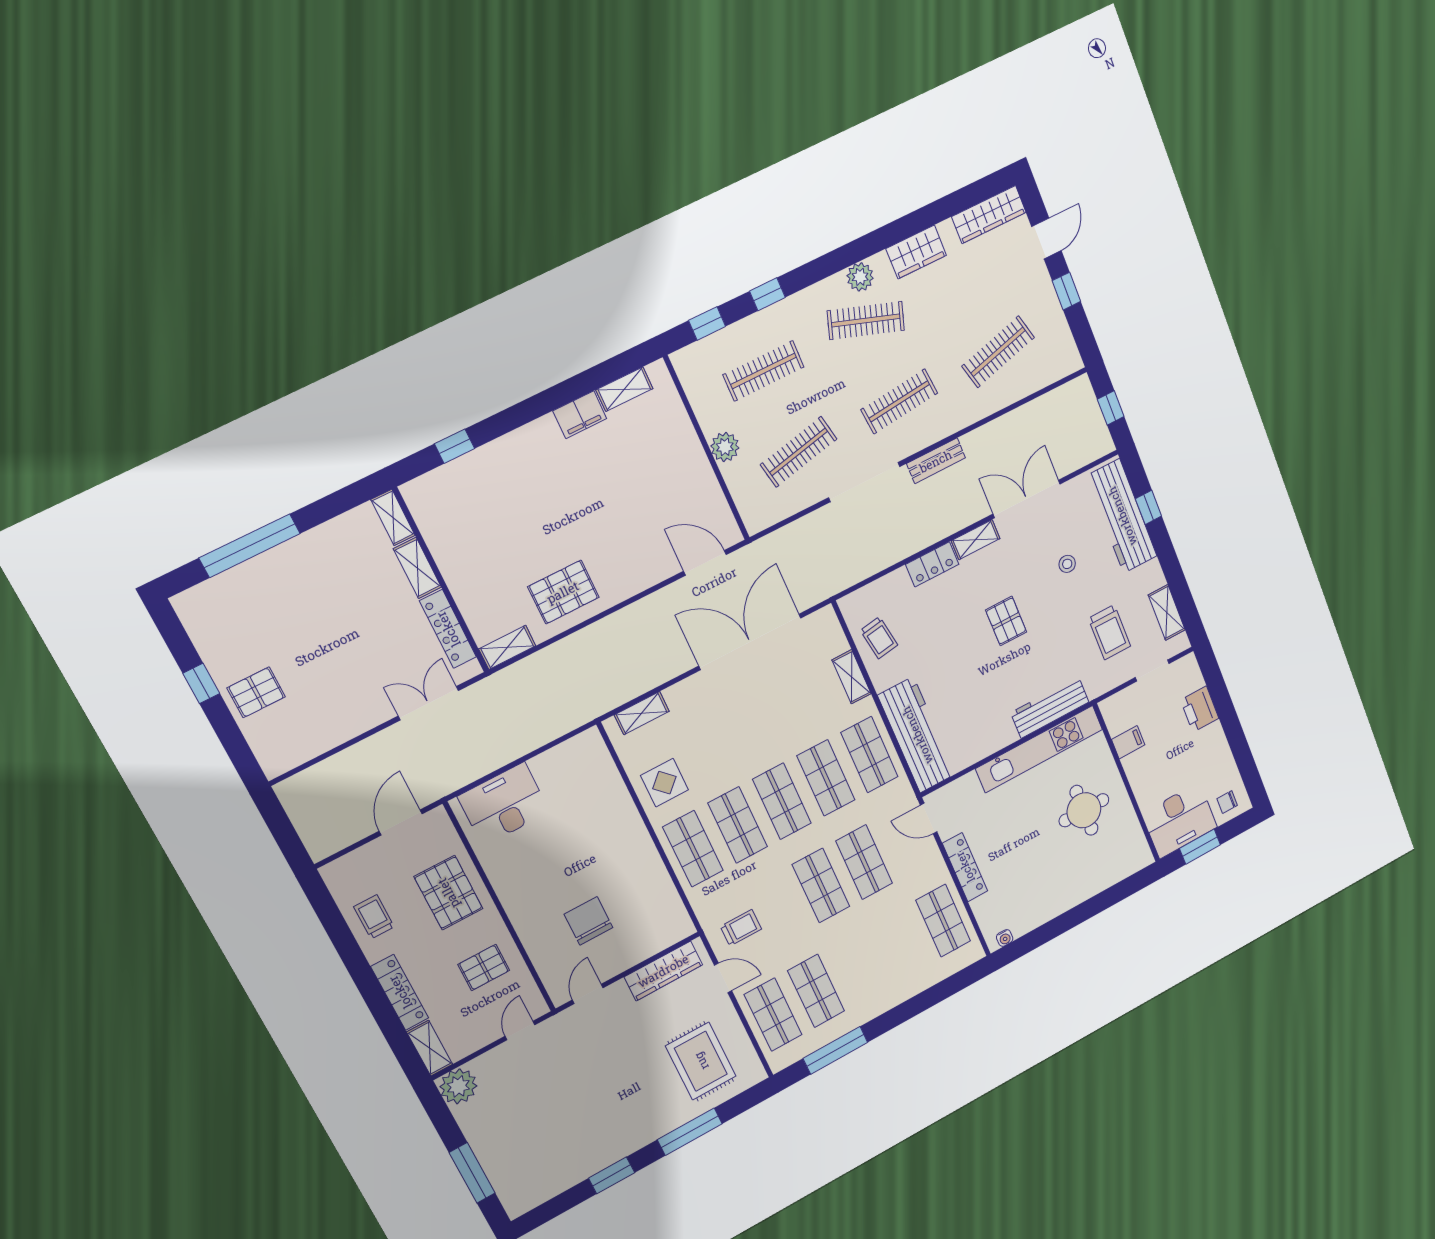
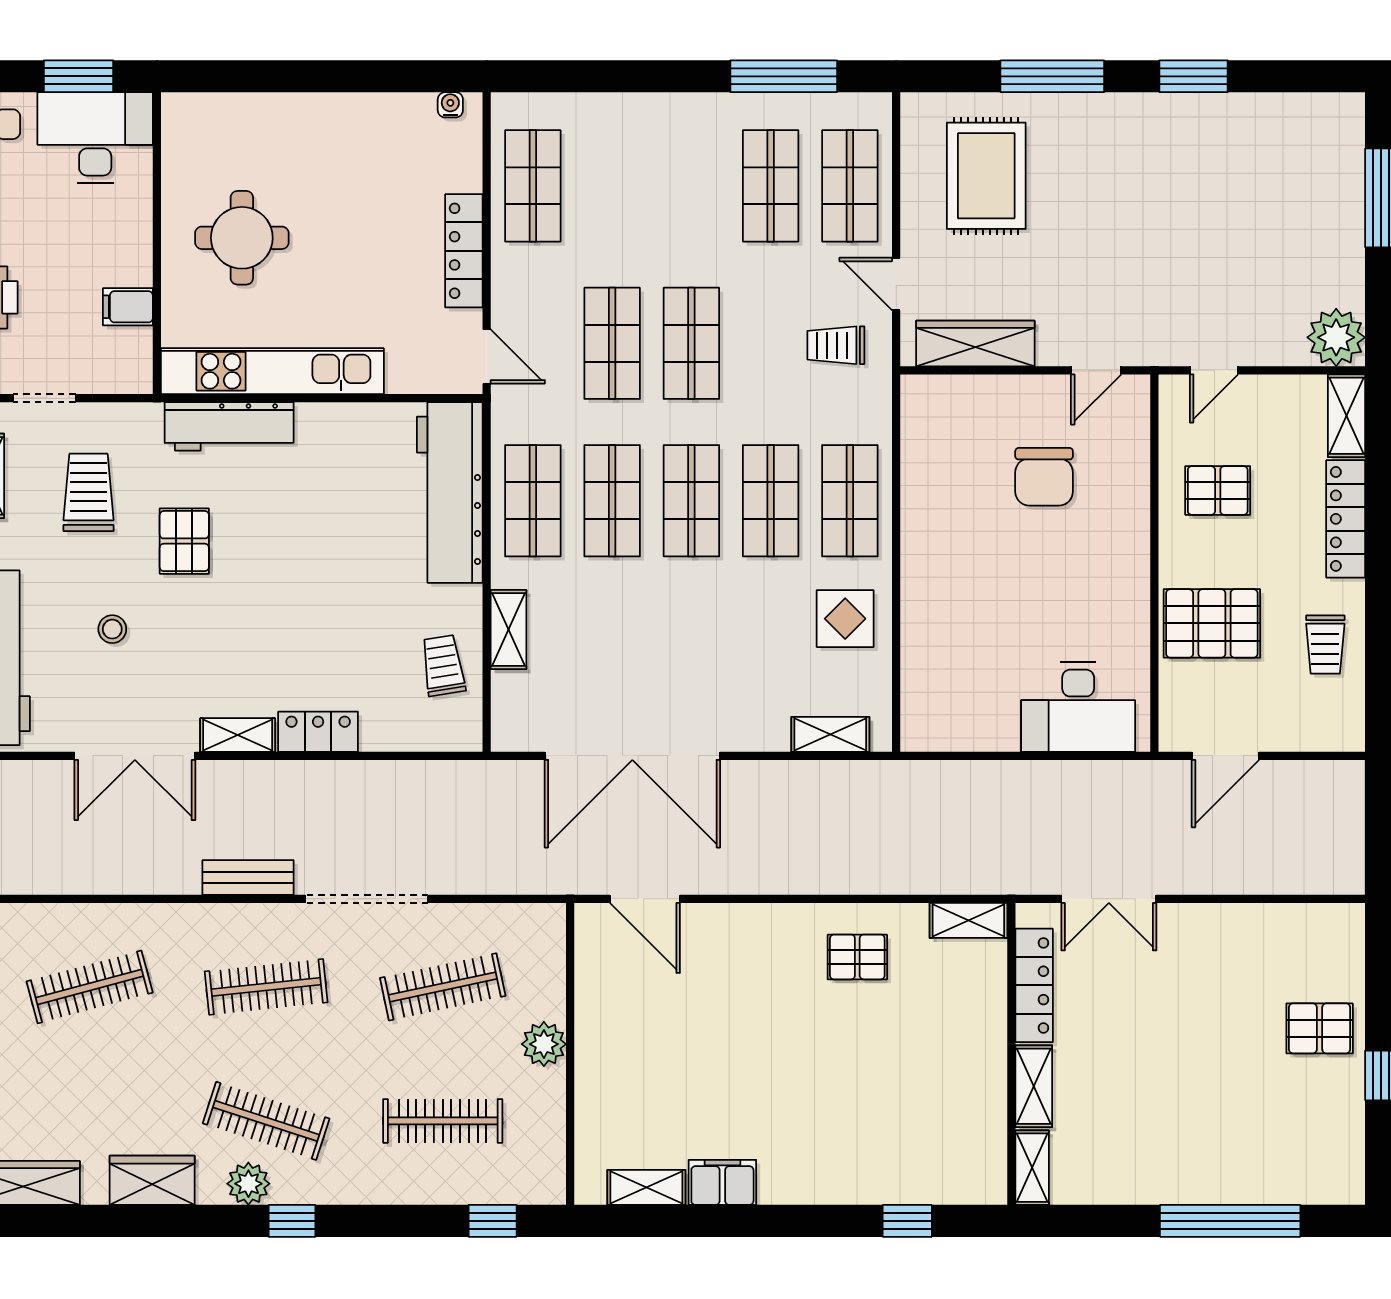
window: (767, 294) -> (292, 1221), moved
pallet: (563, 592) -> (857, 957), width x0.67, depth x0.71
pallet: (1006, 621) -> (184, 541), moved
pallet: (448, 893) -> (1212, 623), turned 90

